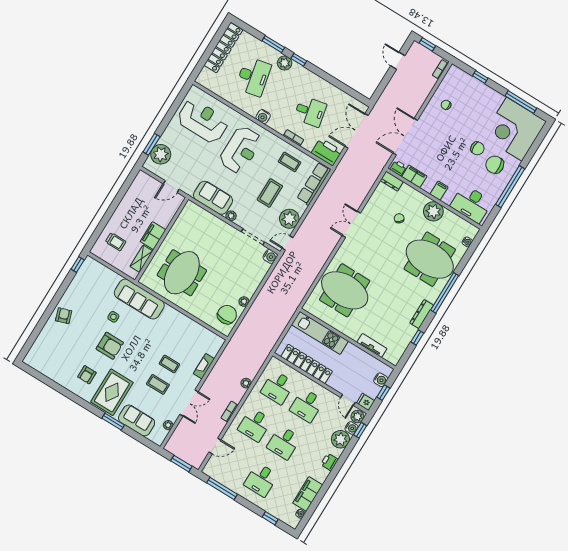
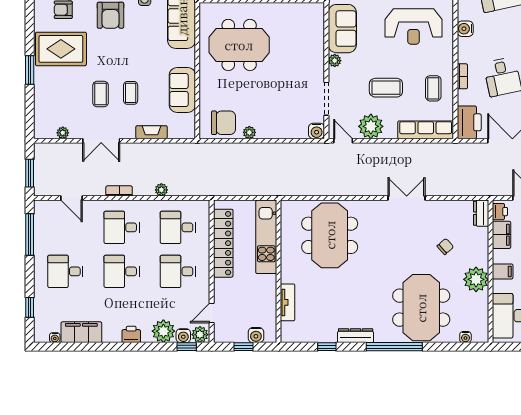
fridge: (365, 402) -> (221, 333), removed
sofa: (137, 420) -> (182, 90), moved, turned 180

